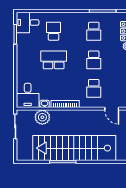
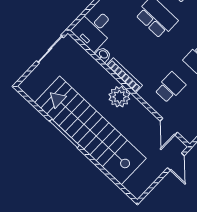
school desk: (94, 88) -> (170, 87), turned 180
plant: (42, 117) -> (119, 97), moved

